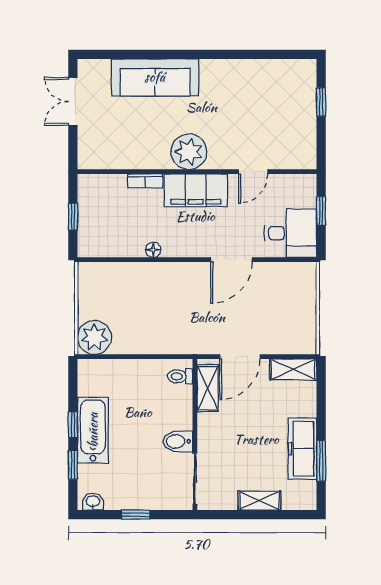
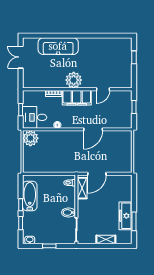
desk: (291, 233) -> (35, 117), moved, turned 180
plant: (95, 337) -> (30, 138), moved
shelving: (293, 370) -> (121, 180), removed
bathtub: (93, 430) -> (30, 196), moved

